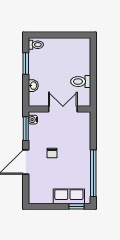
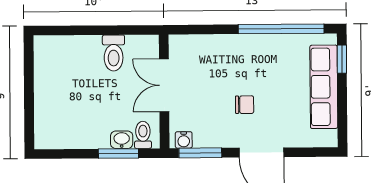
toilet: (36, 45) -> (143, 135), moved
window: (26, 63) -> (118, 153), moved
row of seats: (69, 196) -> (324, 87), width x1.48

